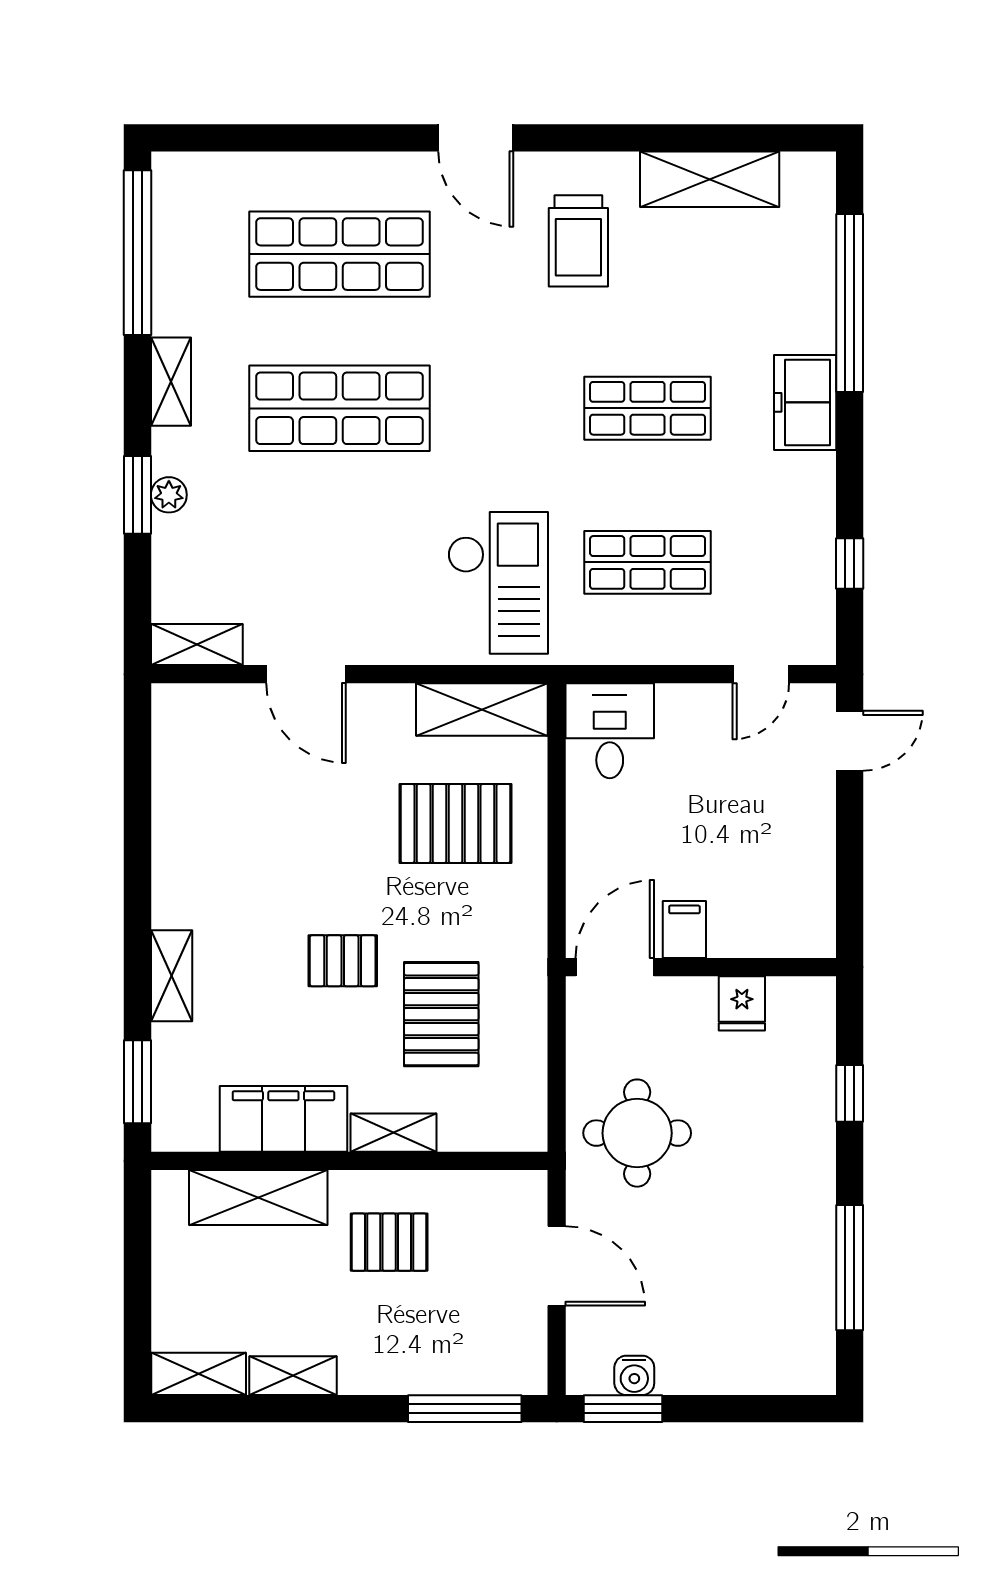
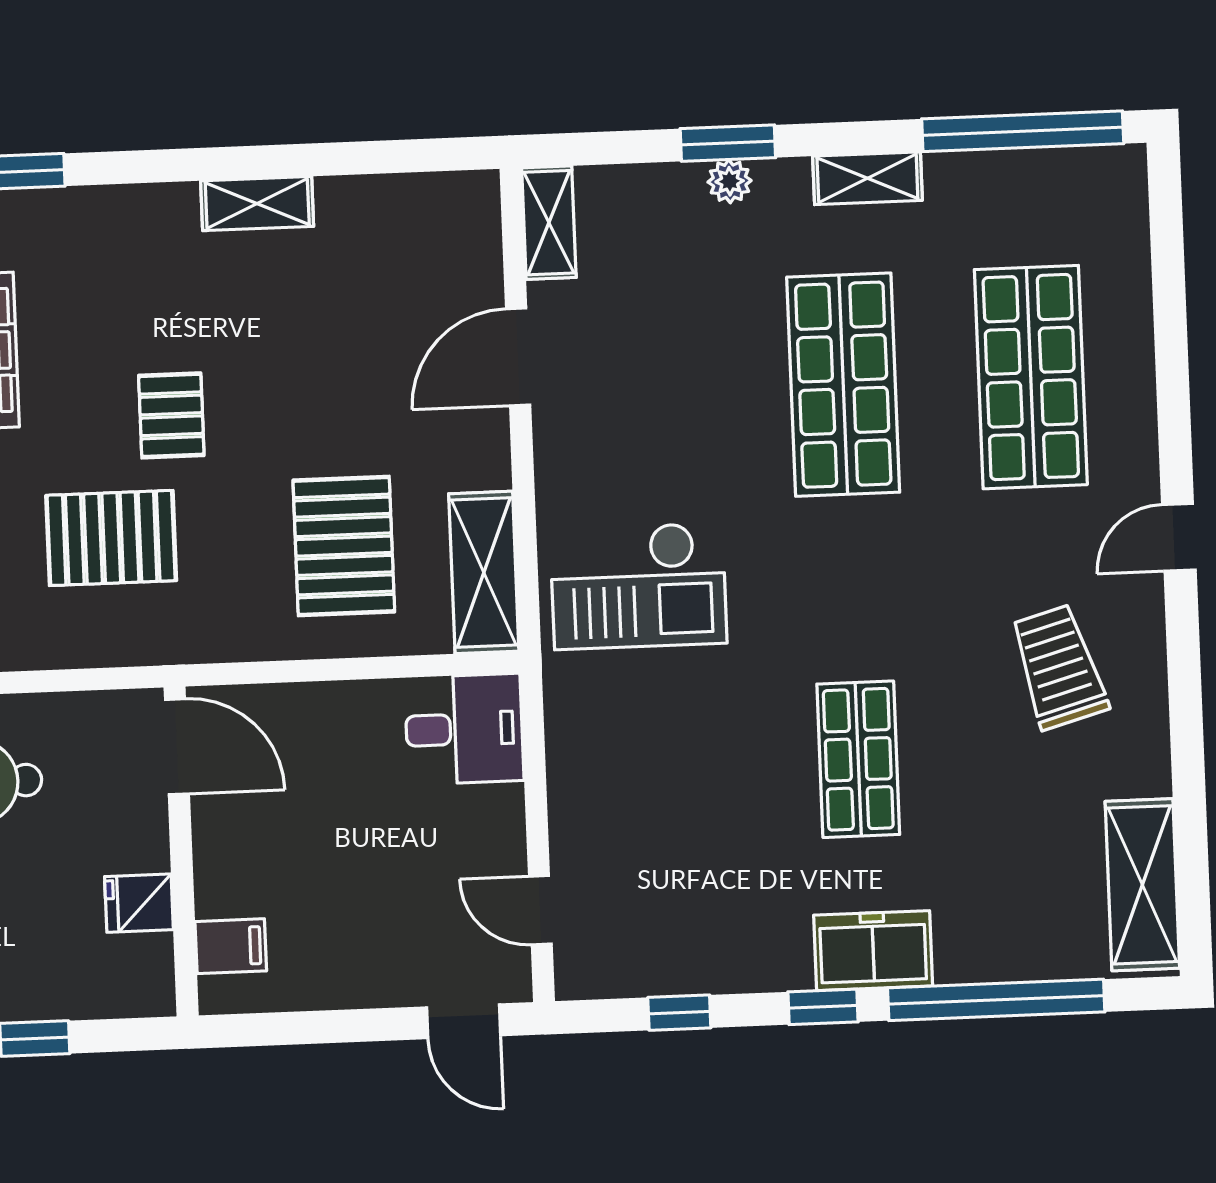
door: (476, 138) -> (1179, 537), width x0.73
shelving: (710, 179) -> (1142, 885), moved
trolley: (578, 241) -> (1059, 667), turned 74
window: (850, 445) -> (823, 1007), added
shop shelf: (648, 562) -> (671, 767), removed
filing cabinet: (684, 929) -> (231, 946), moved
shelving: (172, 976) -> (257, 204), moved

